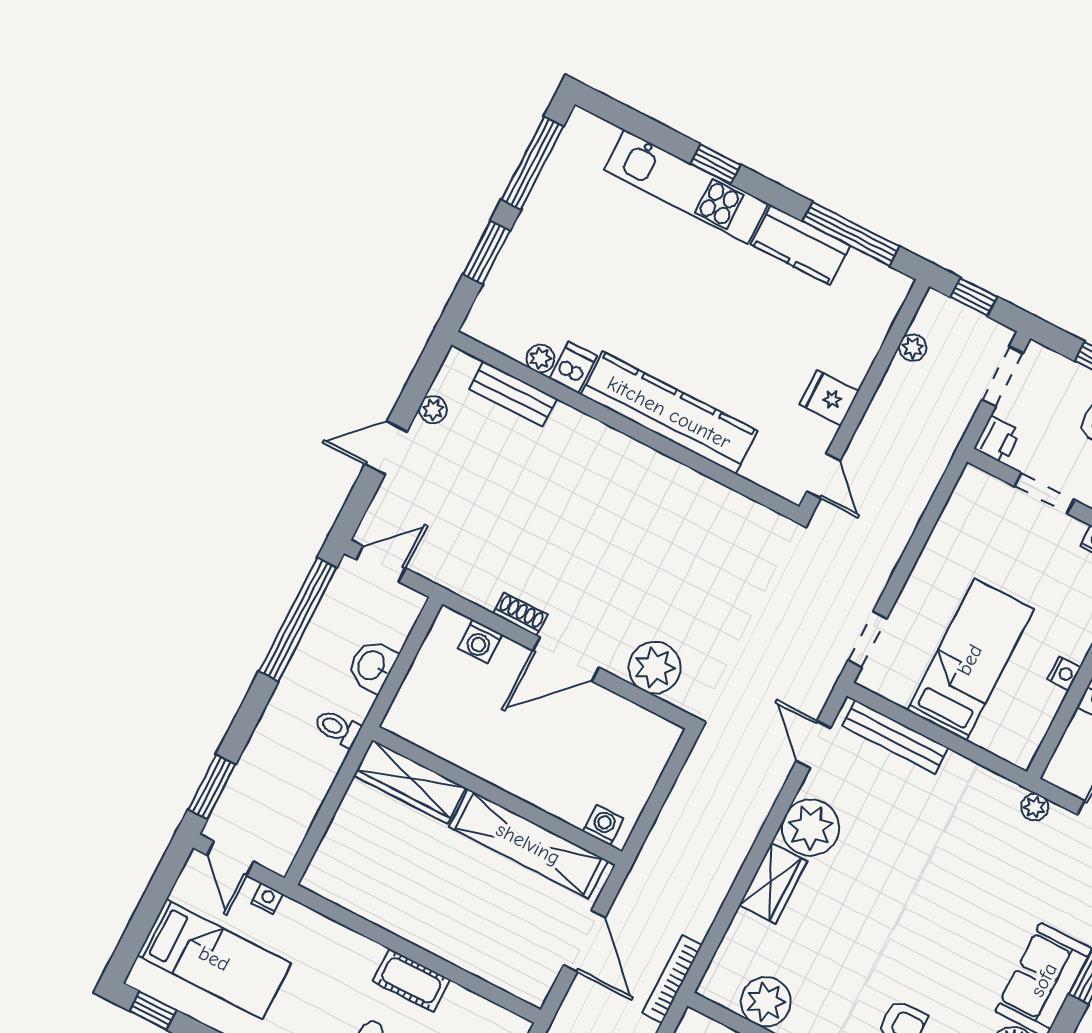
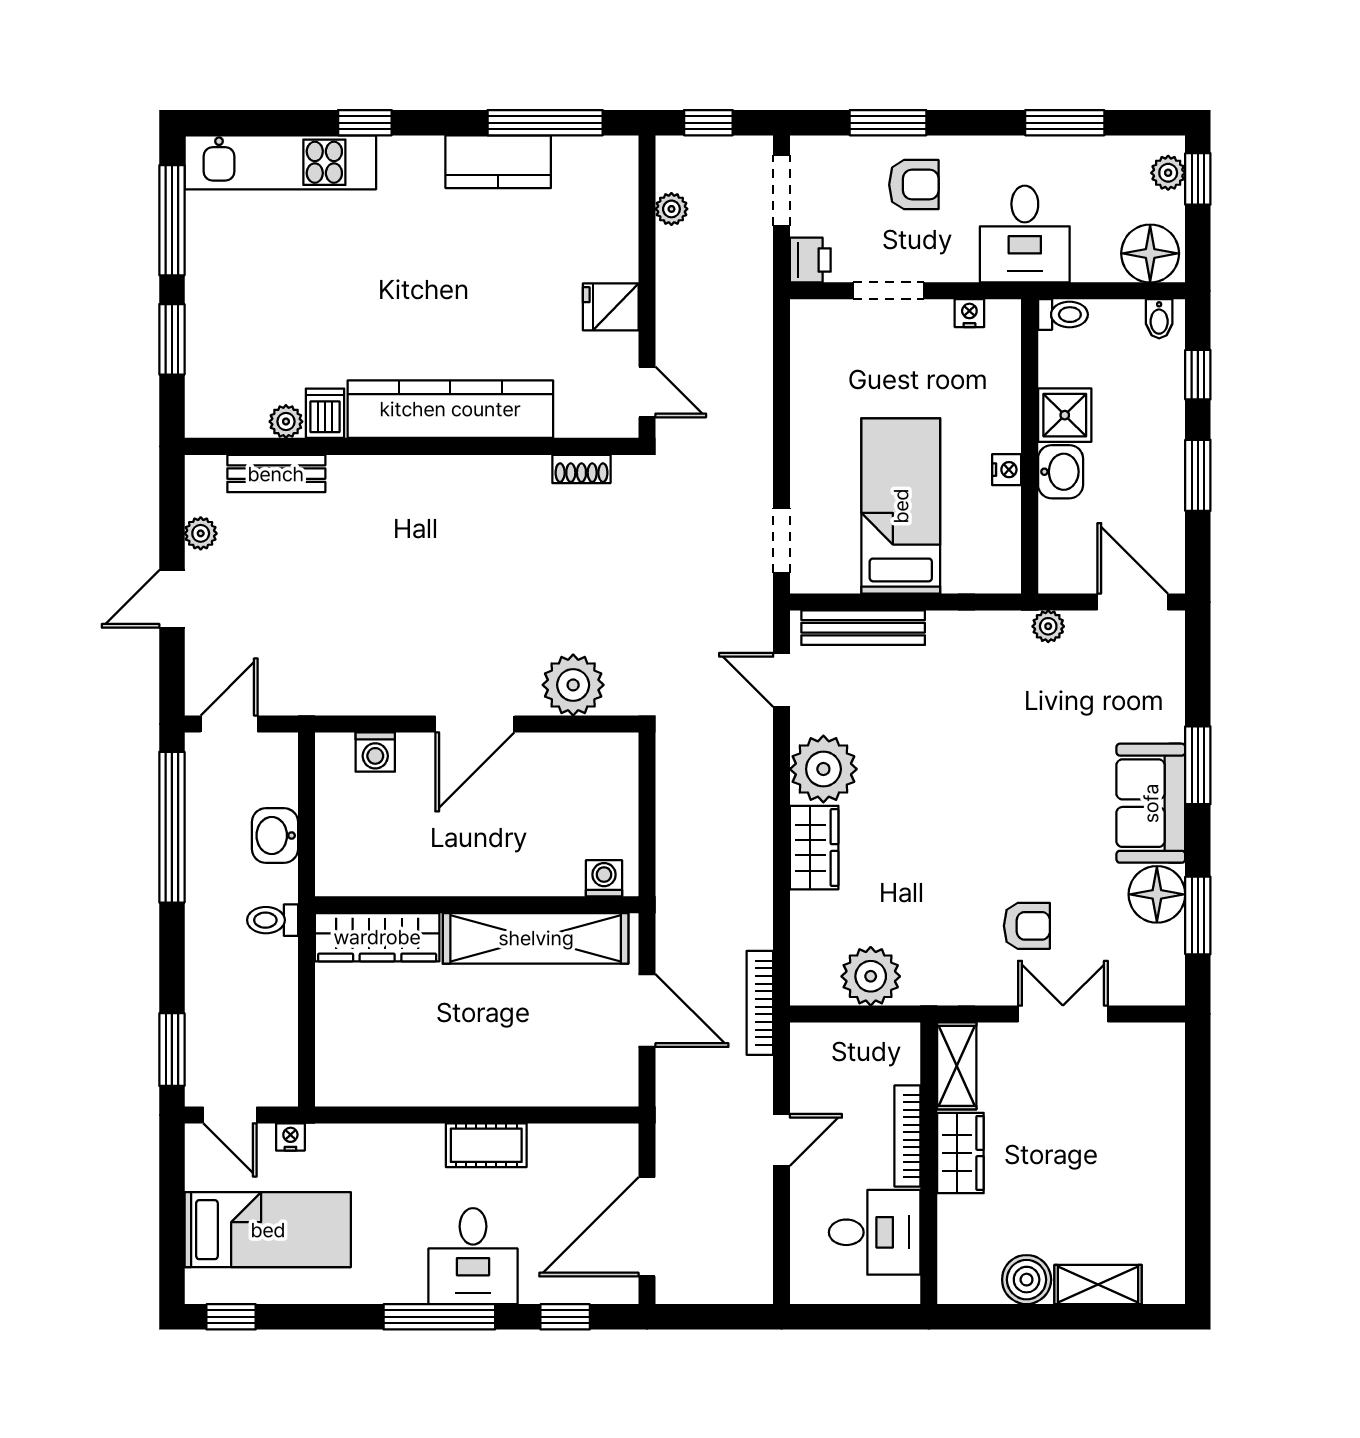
kitchen unit: (686, 187) -> (280, 162), moved
shoe rack: (520, 614) -> (581, 469), moved, turned 180

